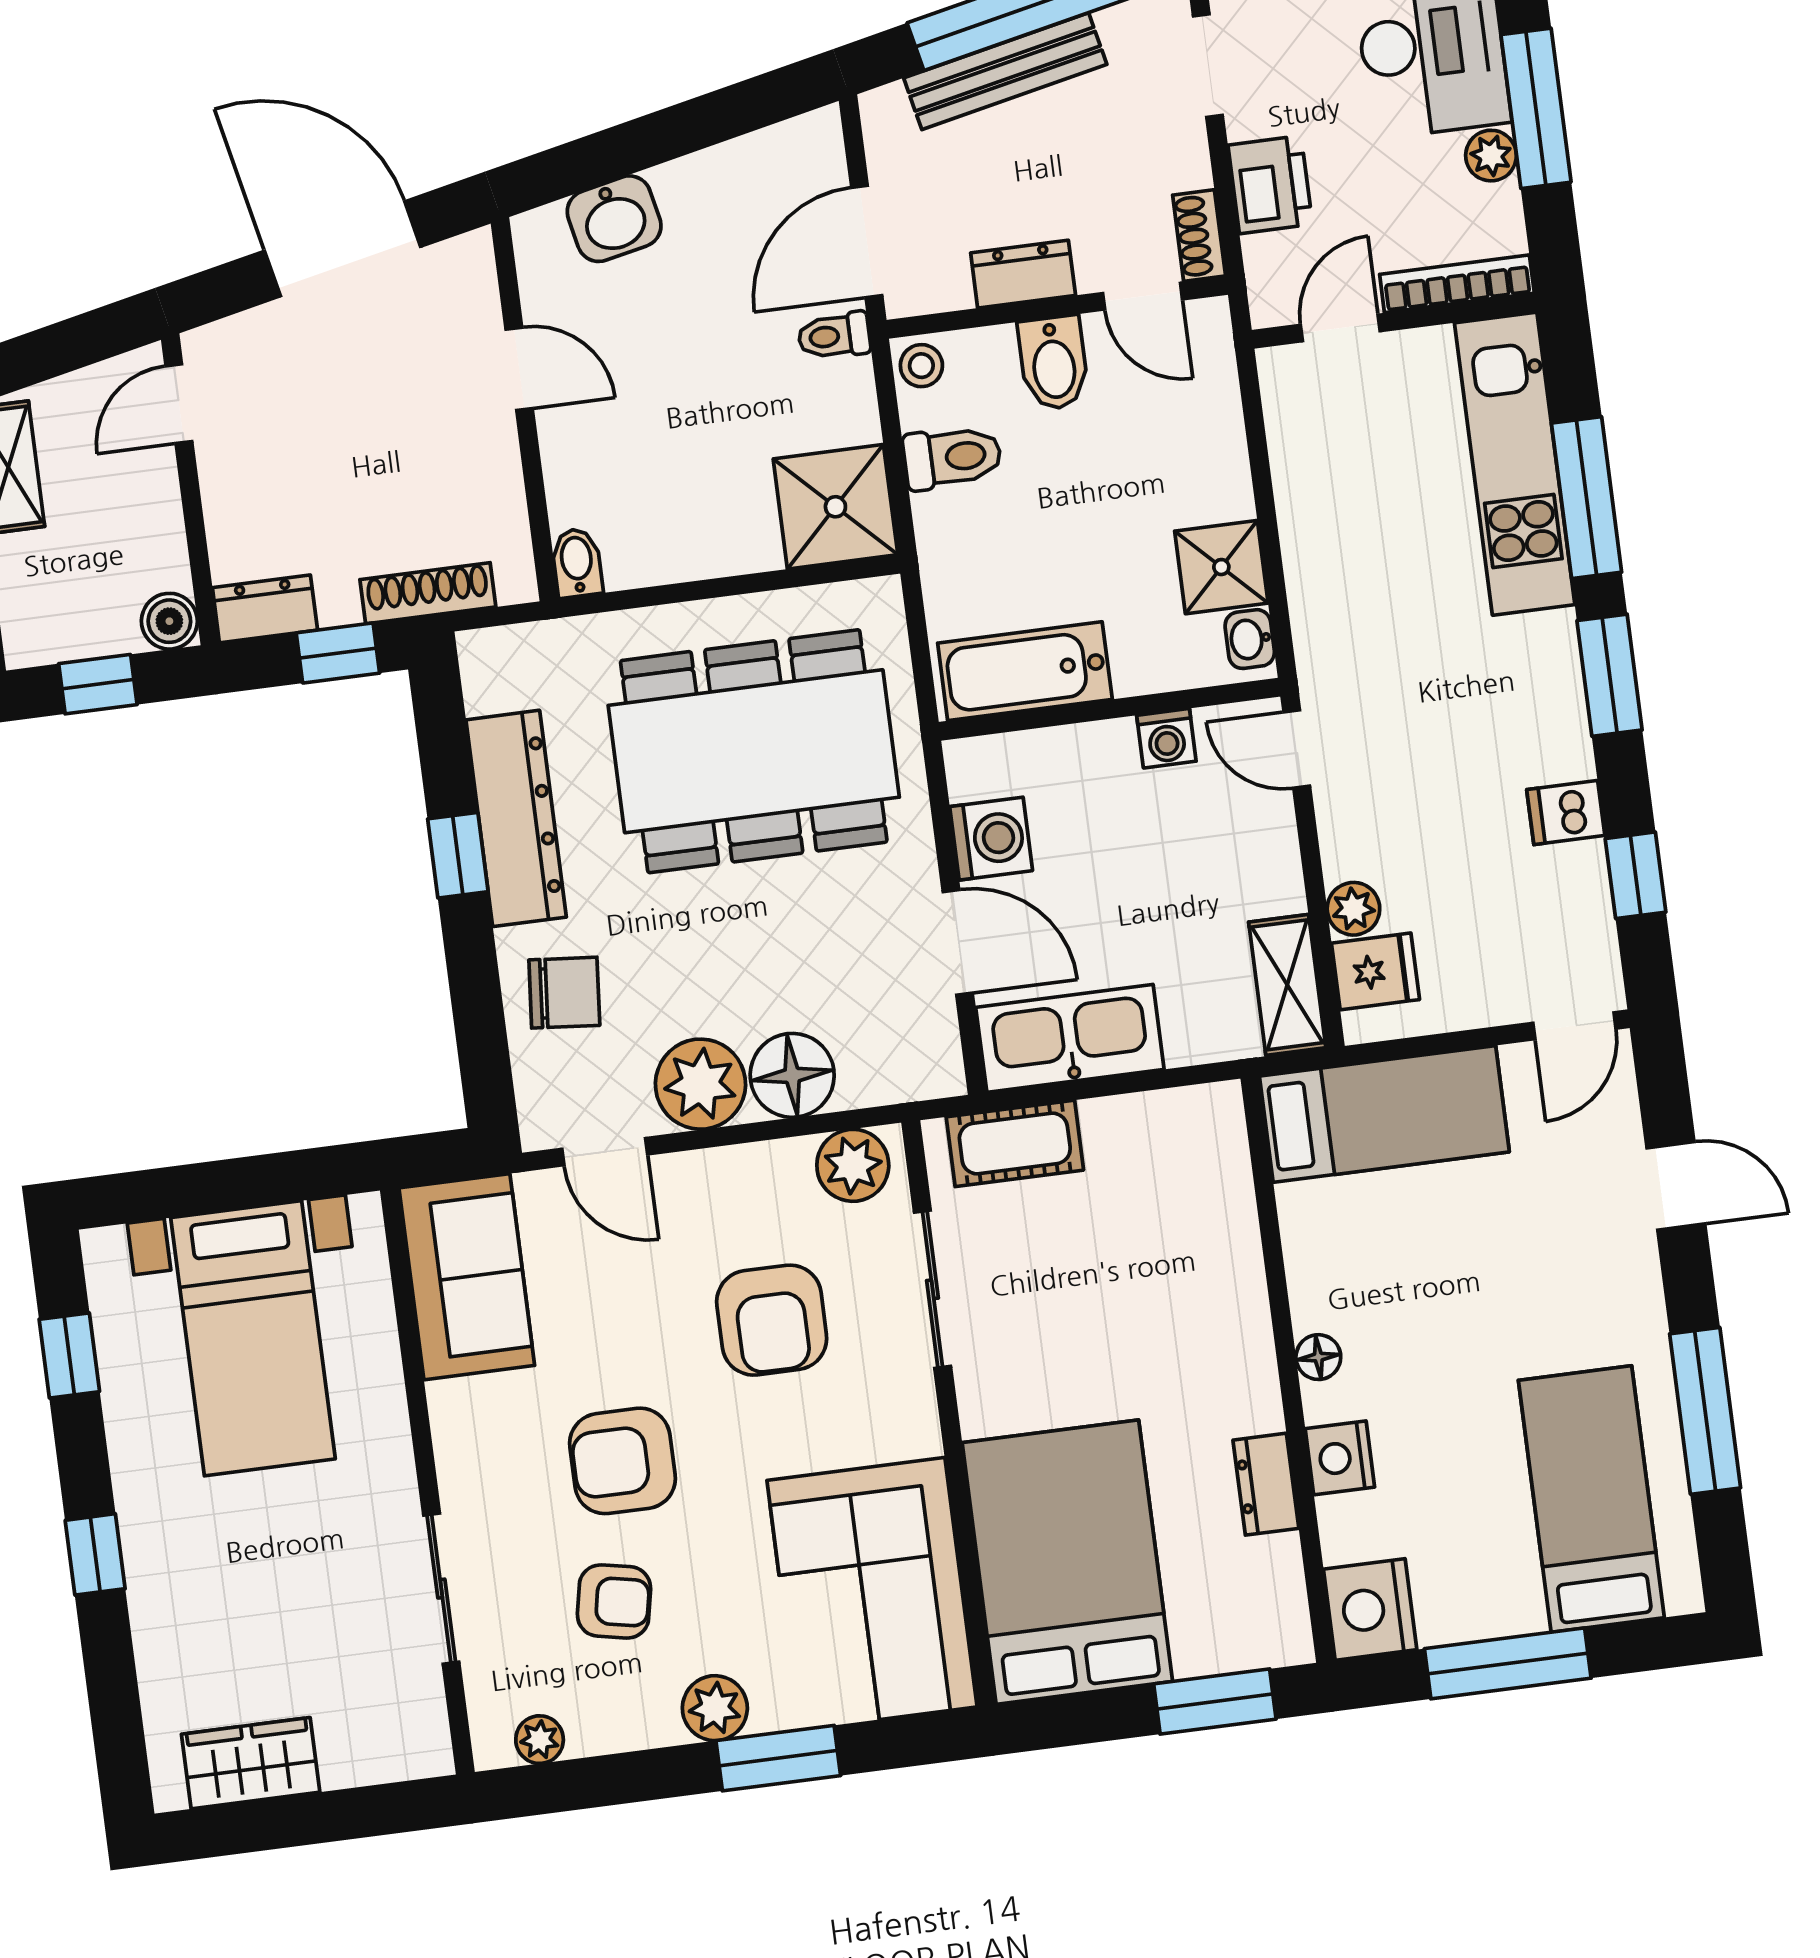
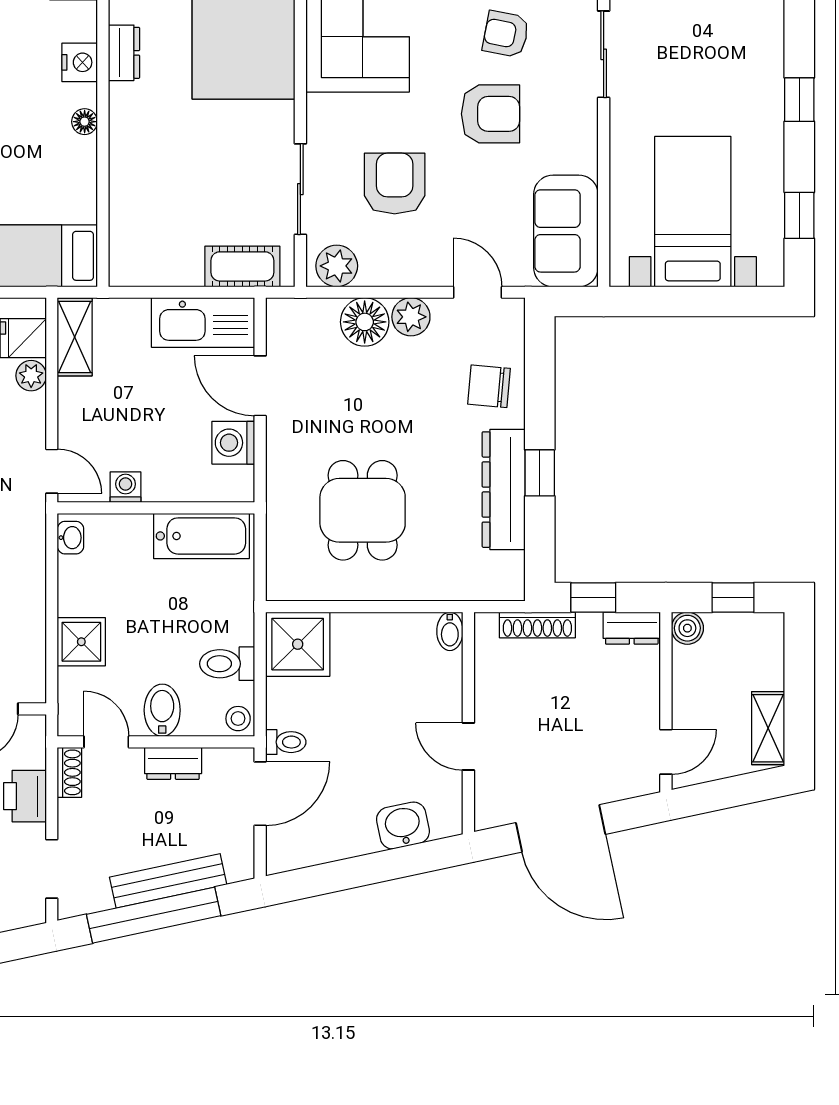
shower: (1221, 567) -> (81, 642), moved
dining table: (754, 751) -> (363, 510), width x0.53, depth x0.80
plant: (700, 1084) -> (411, 317), width x0.73, depth x0.73

